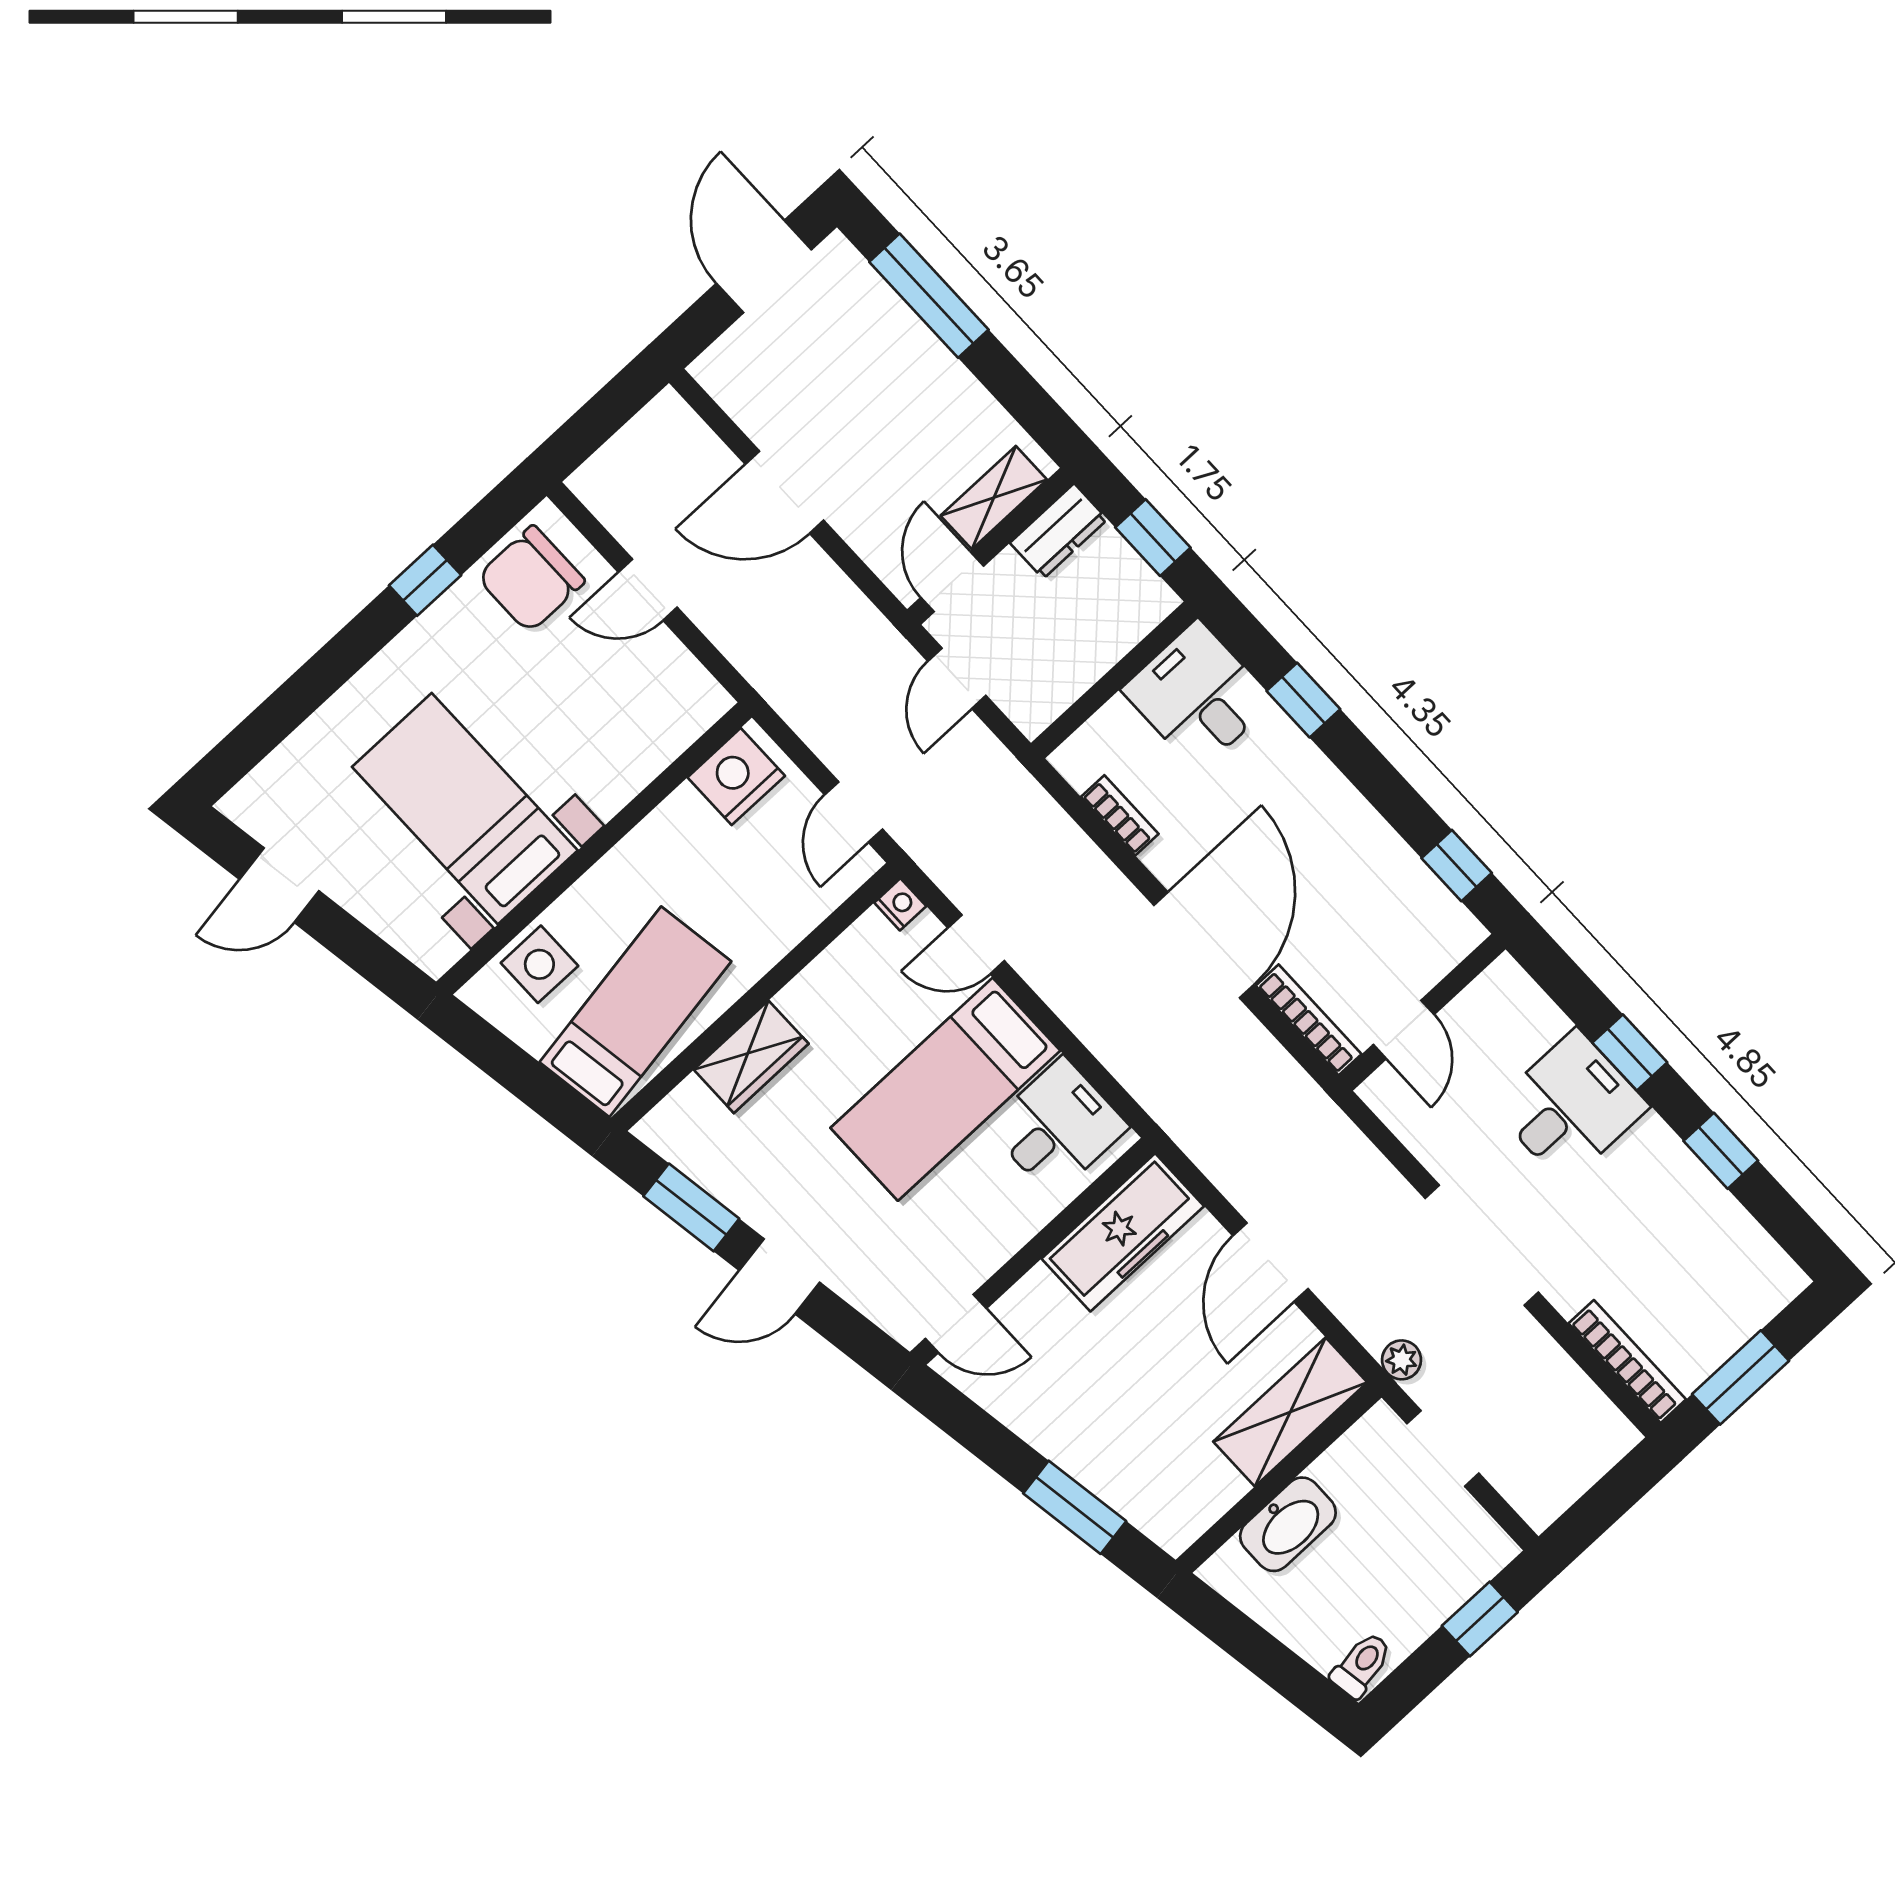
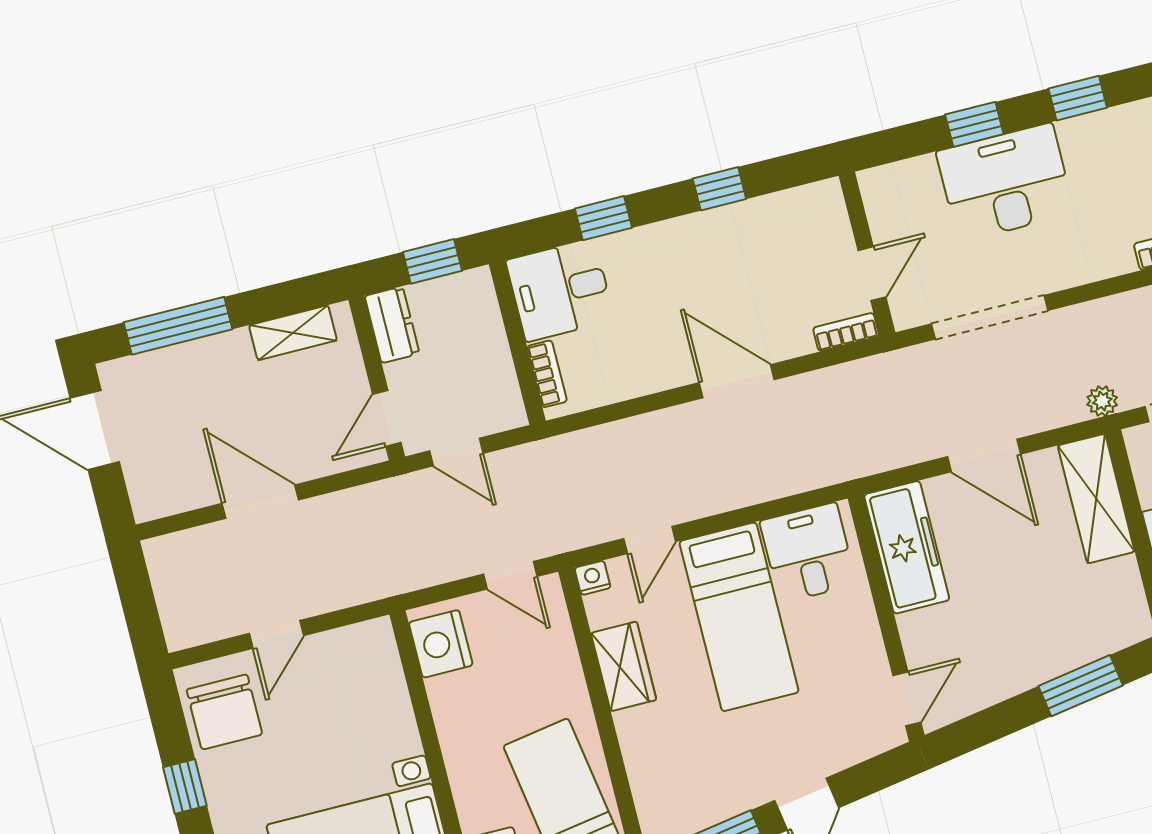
door: (784, 492) -> (260, 502), swing flipped
shelving: (994, 498) -> (293, 333), moved, turned 90
door: (952, 582) -> (387, 419), hinge flipped
bookcase: (1120, 815) -> (547, 374), moved, turned 90
window: (1457, 866) -> (719, 189), moved
door: (1204, 945) -> (737, 381), width x0.73
bookcase: (1309, 1020) -> (846, 332), width x0.64
door: (1404, 1029) -> (872, 274), hinge flipped
wardrobe: (751, 1057) -> (624, 666), moved
desk: (1570, 1107) -> (1005, 182), width x1.37
doorway: (1482, 1245) -> (990, 317), moved

